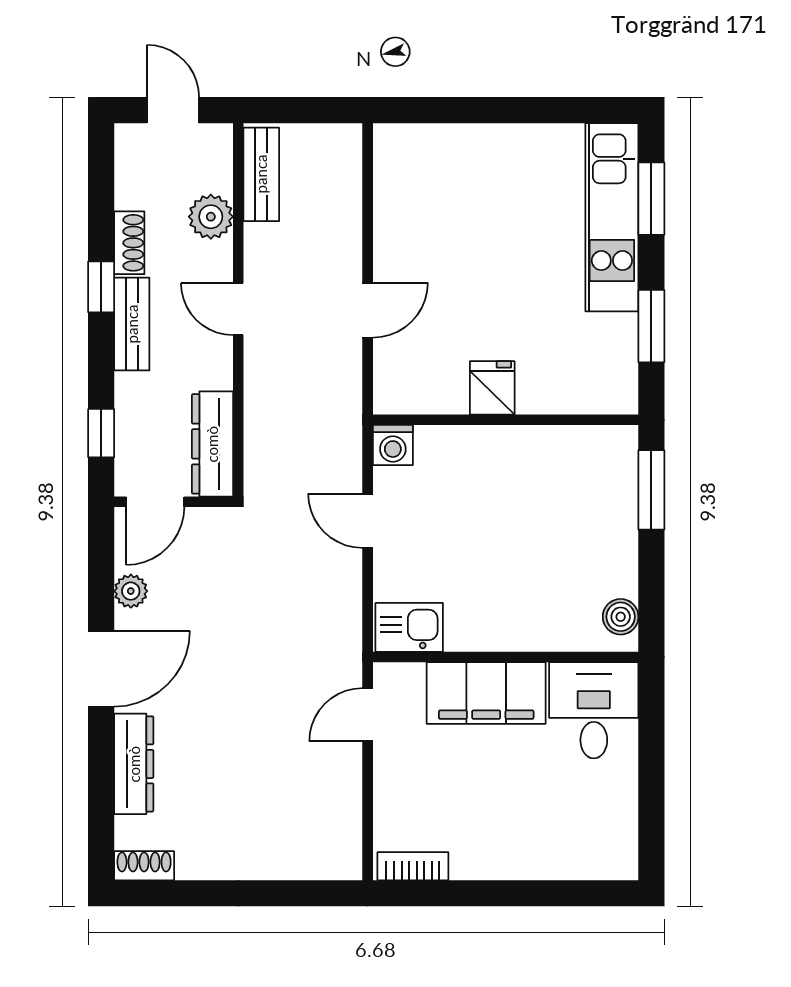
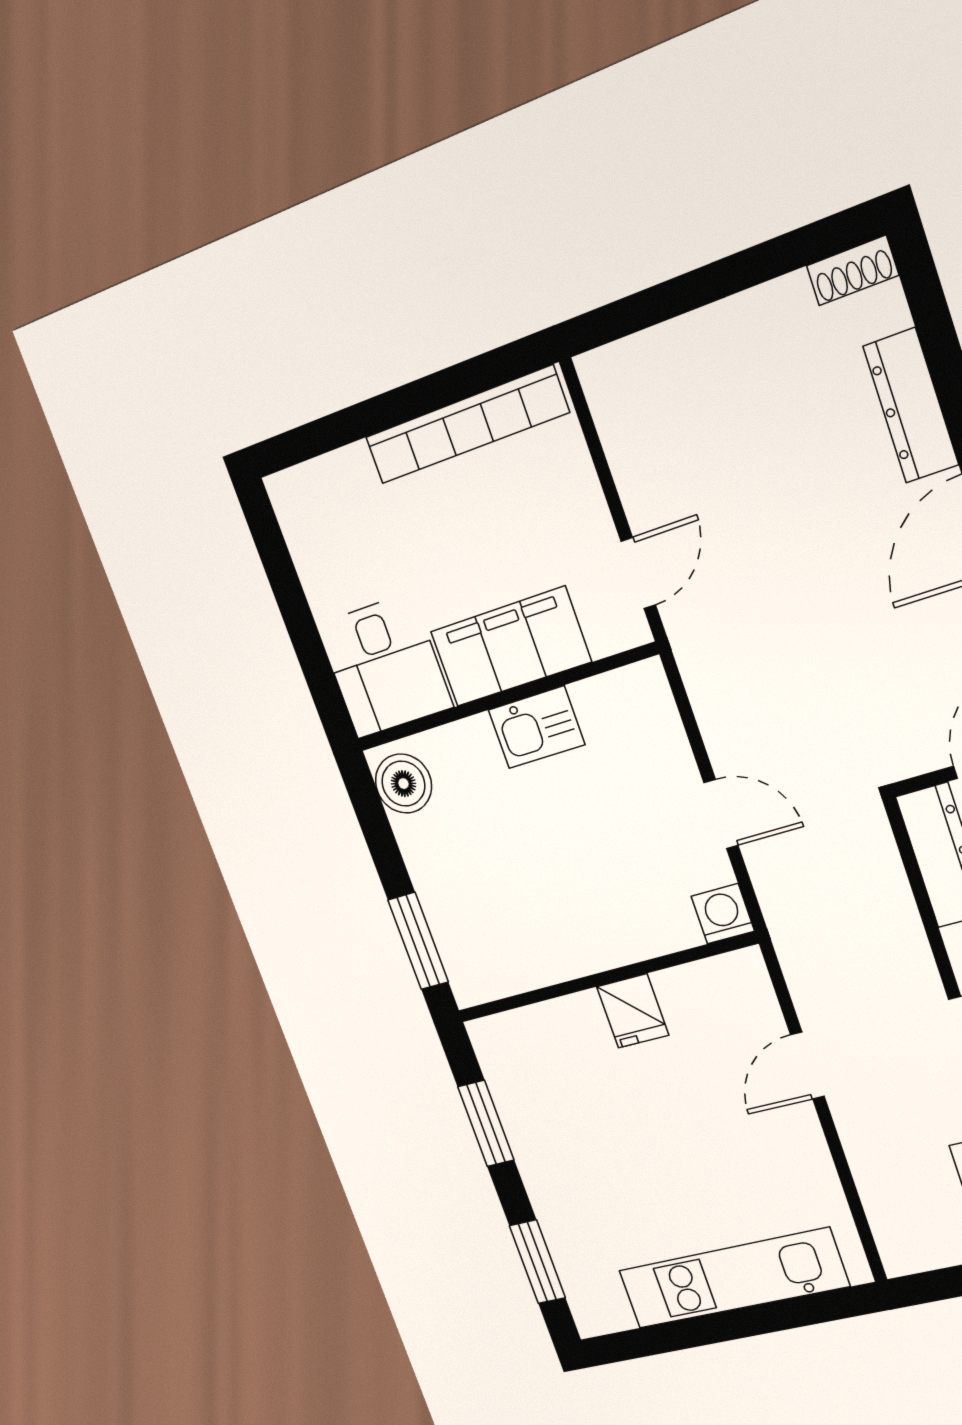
kitchen unit: (612, 217) -> (733, 1278), moved, turned -90
boiler: (621, 617) -> (403, 784), width x1.36, depth x1.36
kitchen sink: (409, 627) -> (536, 727), moved
bookcase: (413, 866) -> (466, 425), width x2.31, depth x1.31

